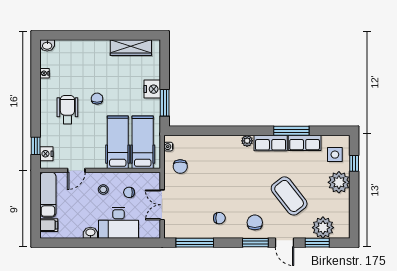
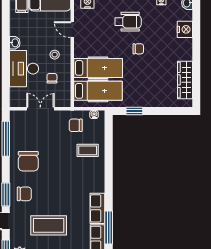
nightstand: (152, 89) -> (185, 29), moved, turned -90
window: (165, 103) -> (134, 111), width x0.67
plant: (247, 141) -> (99, 187), removed
coffee table: (207, 154) -> (88, 150), added
coffee table: (289, 196) -> (49, 225), turned 38
chair: (219, 218) -> (28, 161), width x1.87, depth x1.87

